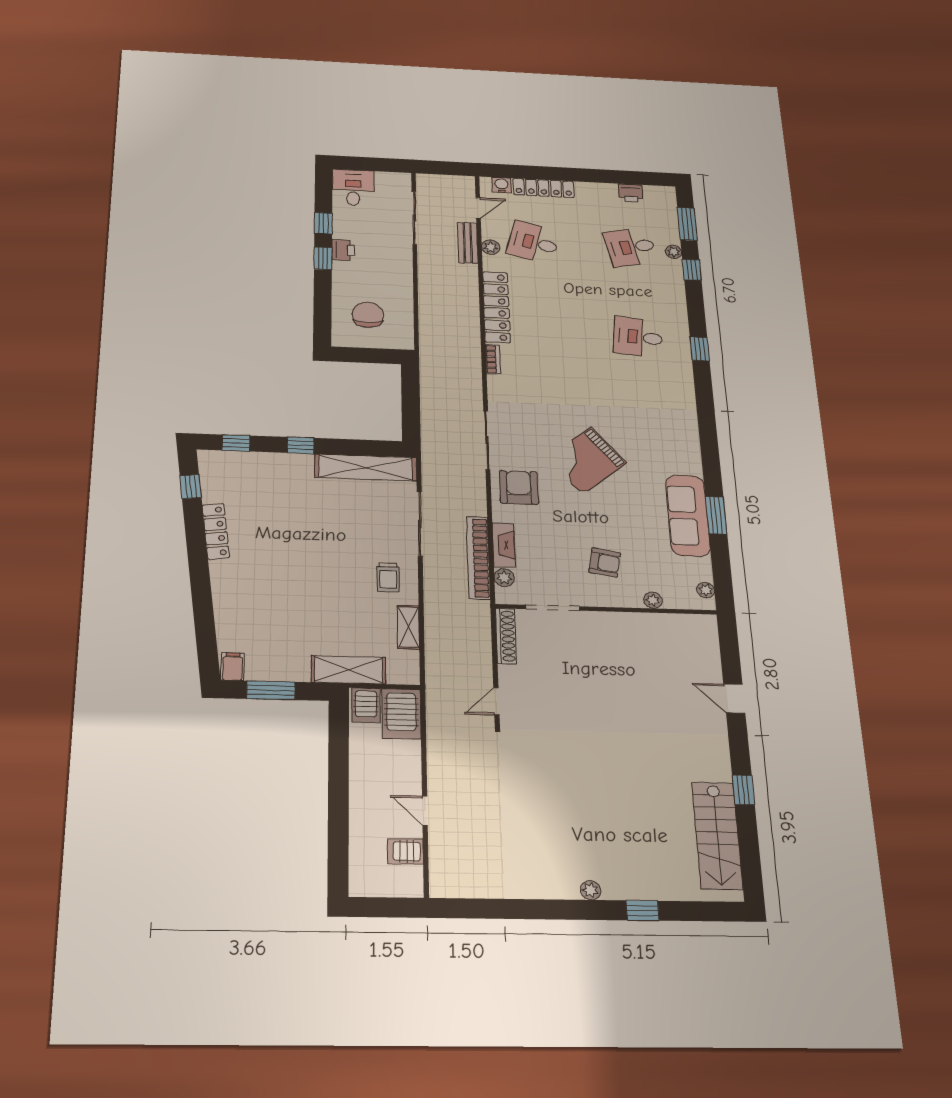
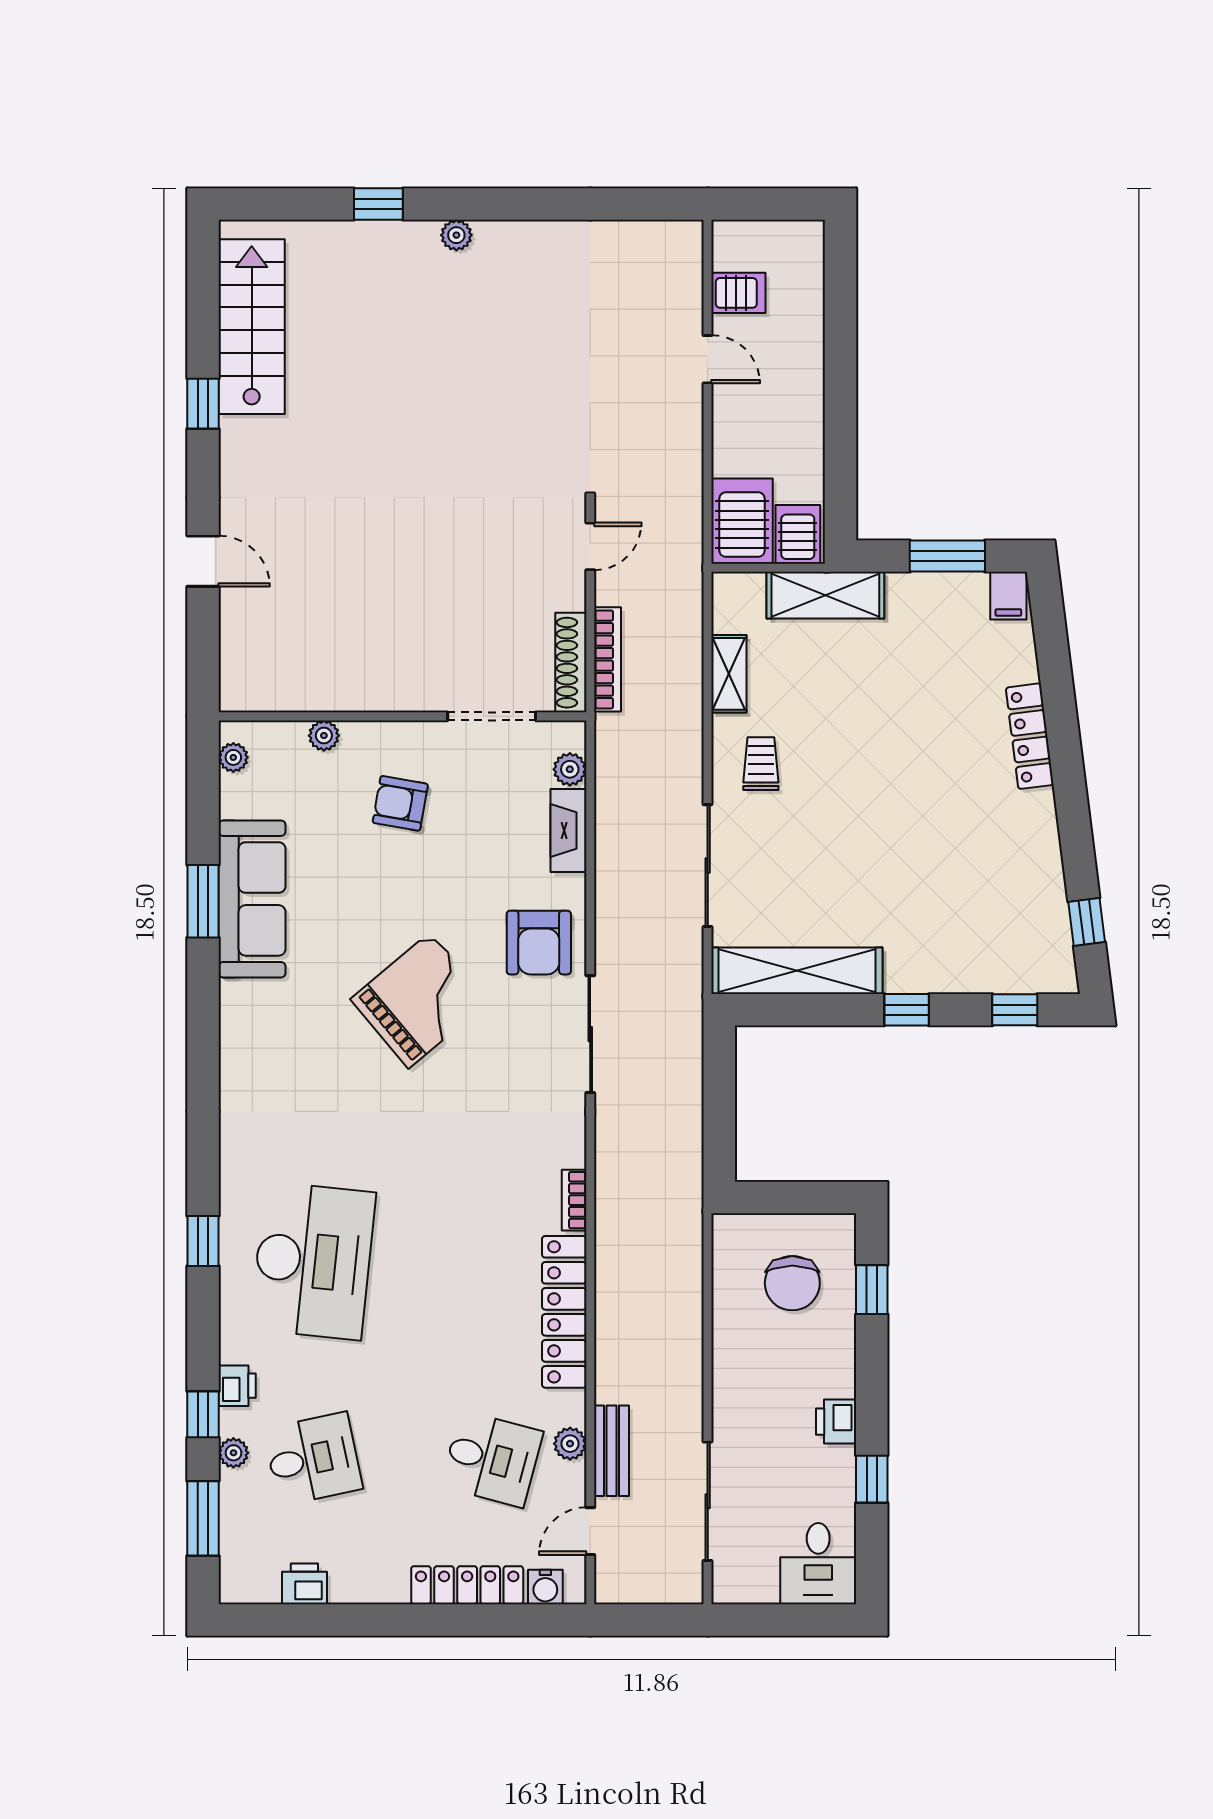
window: (323, 258) -> (872, 1290), moved
printer: (674, 282) -> (237, 1386), added
desk: (638, 337) -> (313, 1261), width x1.87, depth x1.30
locker: (216, 531) -> (1030, 736), moved
bookcase: (478, 558) -> (607, 659), moved, width x0.68, depth x0.76

